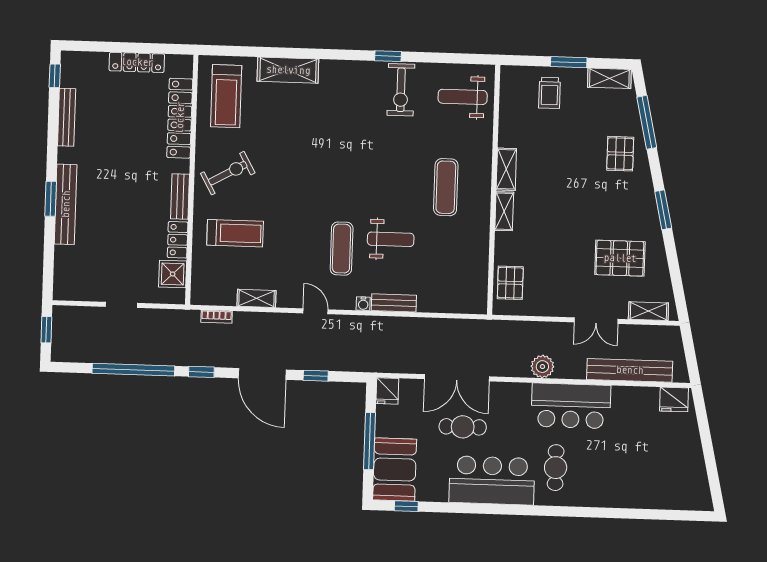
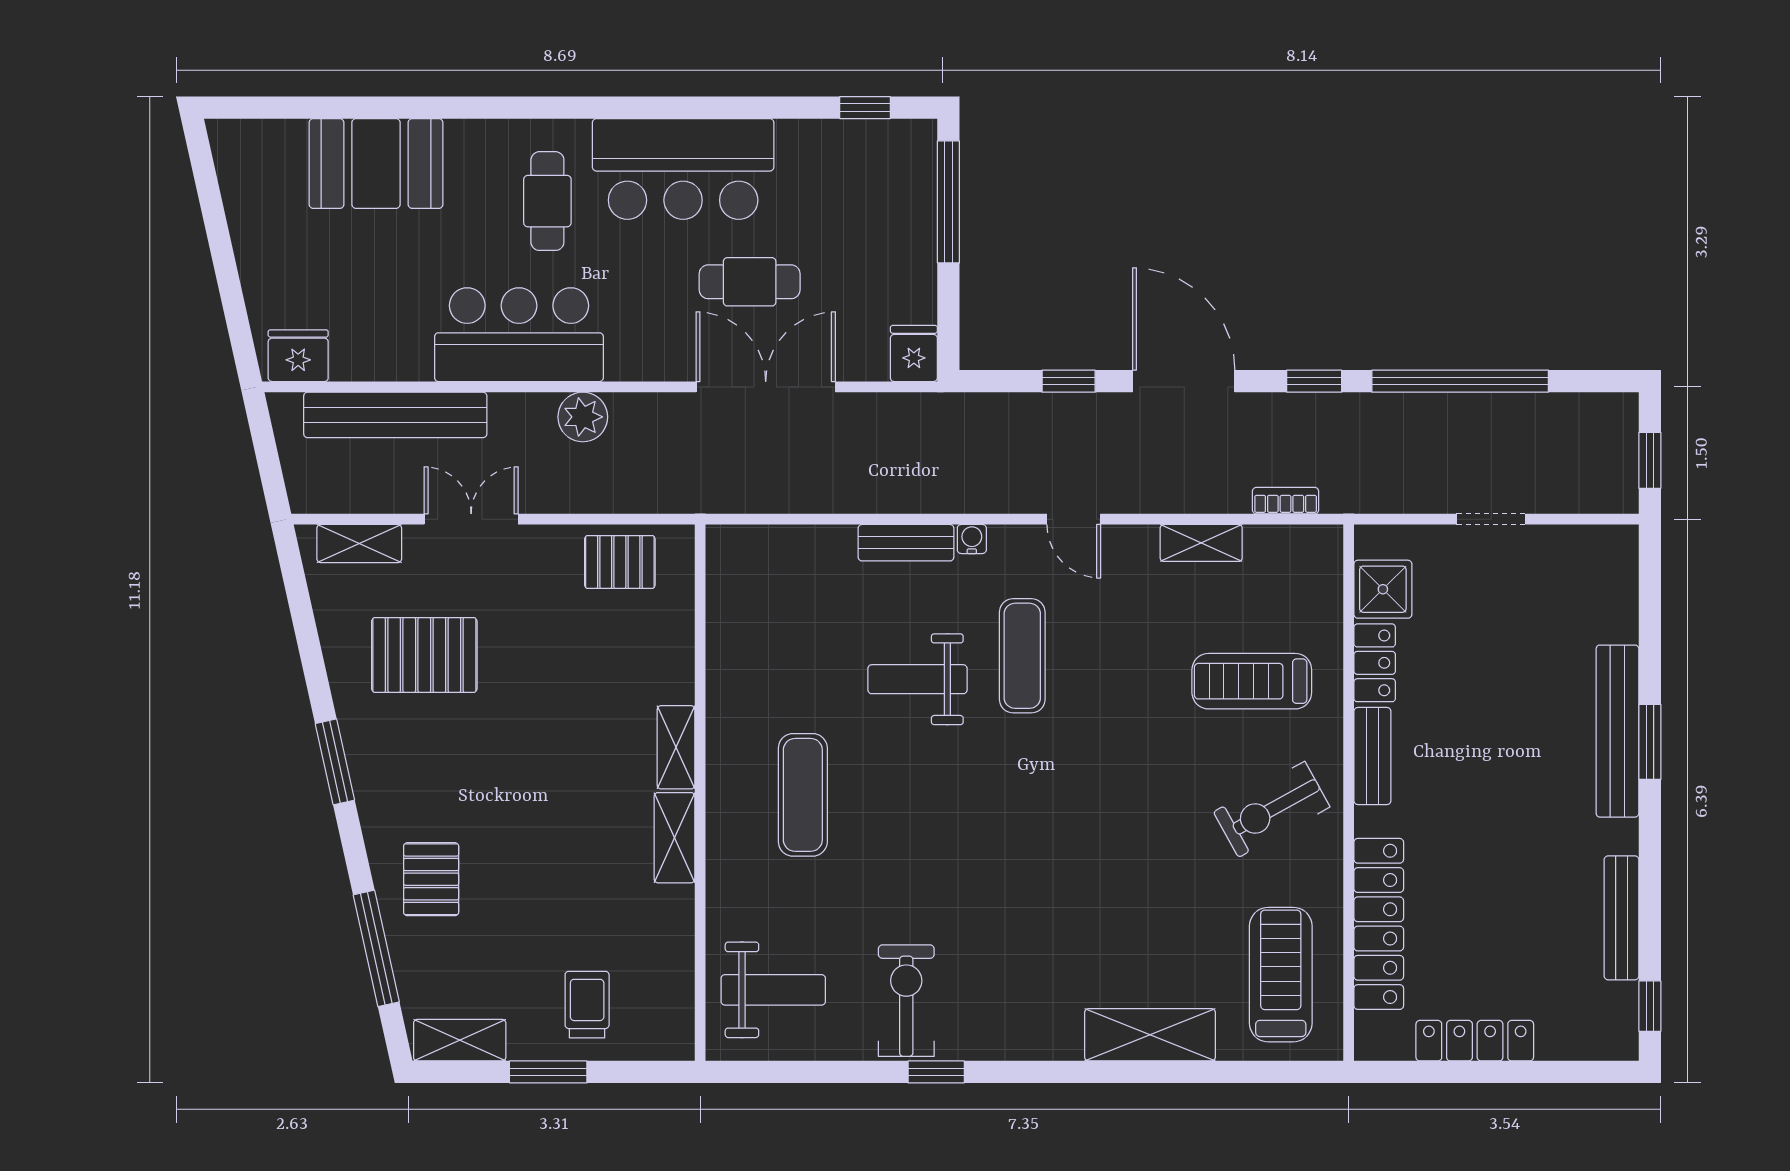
pallet: (510, 283) -> (620, 562), moved, turned 90
window: (370, 441) -> (948, 202), moved
booth: (395, 469) -> (376, 163), moved, turned 90

